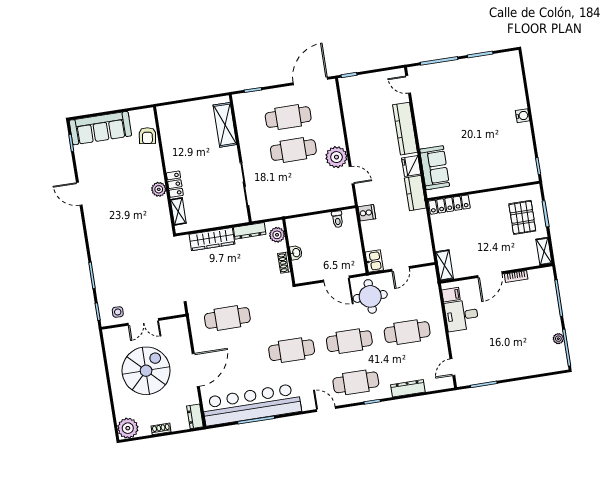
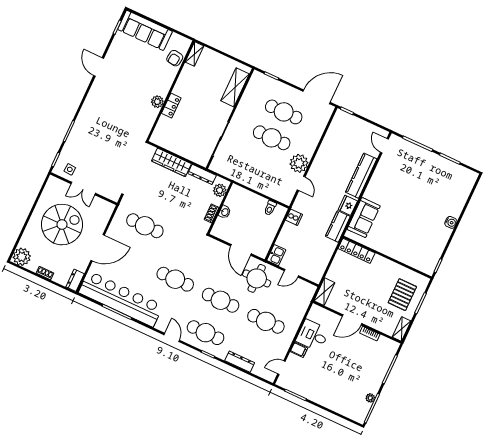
shelving: (178, 211) -> (195, 54), moved
filing cabinet: (451, 295) -> (299, 350), moved

